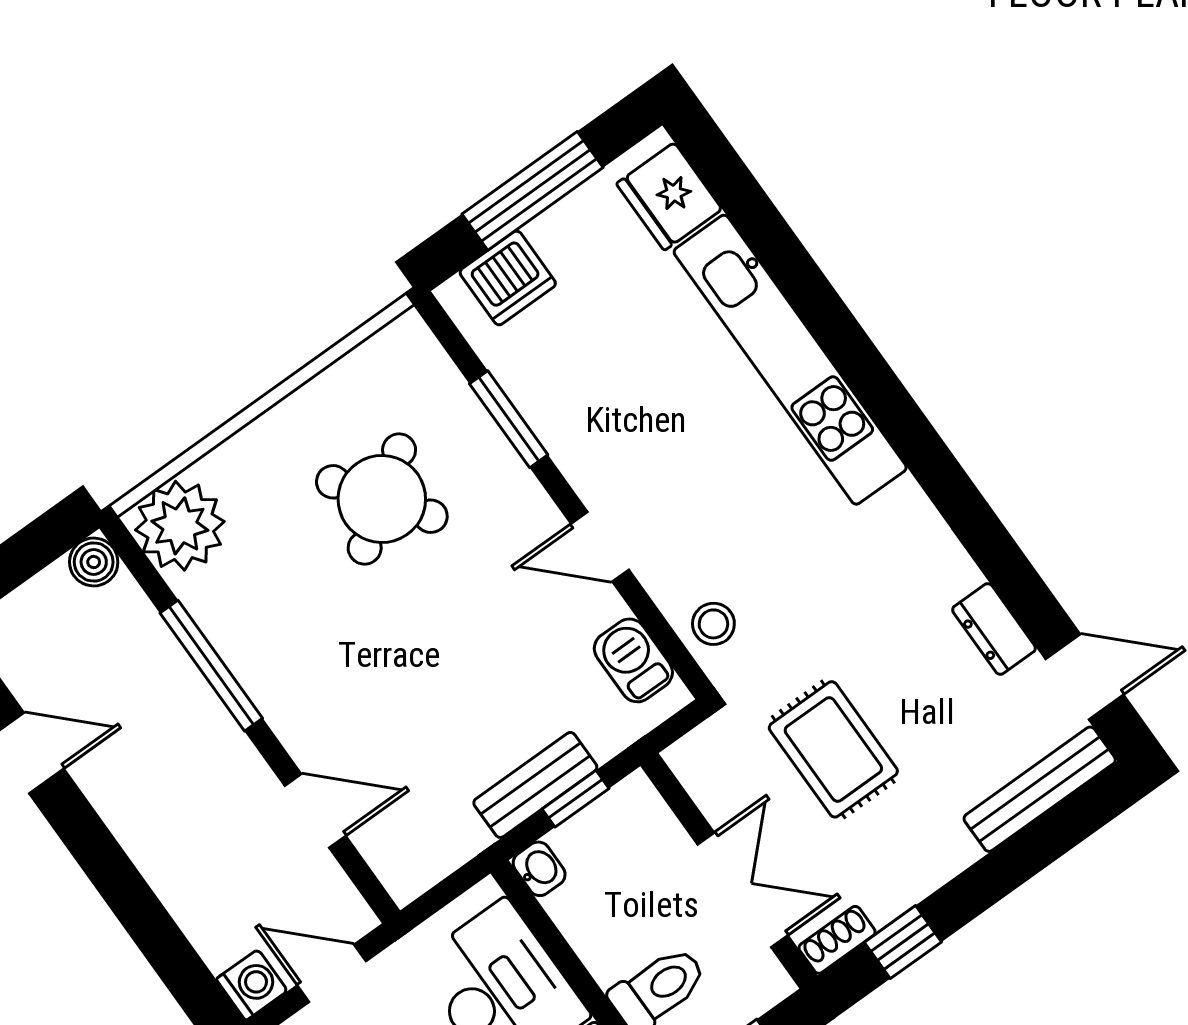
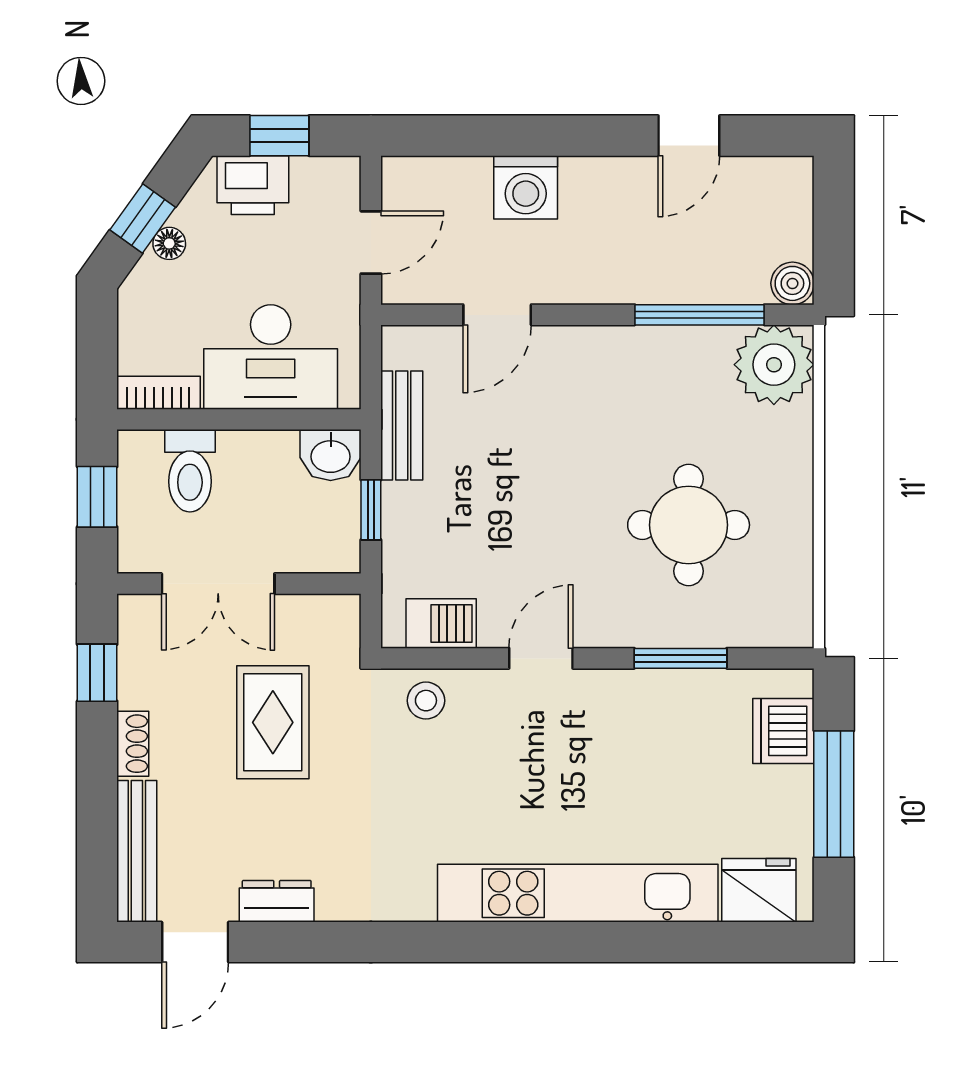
round table: (382, 499) -> (689, 525), turned 35
window: (211, 666) -> (699, 315), moved
rug: (833, 749) -> (273, 722), turned 90
bench: (535, 785) -> (402, 426), moved
washbasin: (539, 869) -> (331, 455), width x1.38, depth x1.45
shoe rack: (837, 940) -> (133, 744), moved
washing machine: (252, 985) -> (526, 187), moved, width x1.38, depth x1.38

